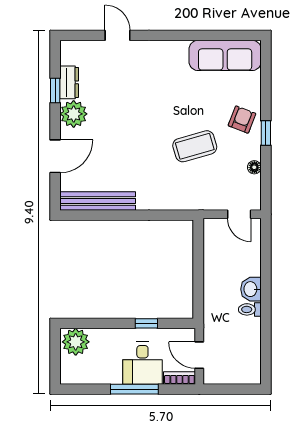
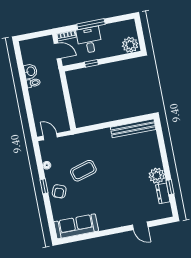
door: (55, 156) -> (163, 149), removed
washbasin: (251, 289) -> (30, 71), moved

